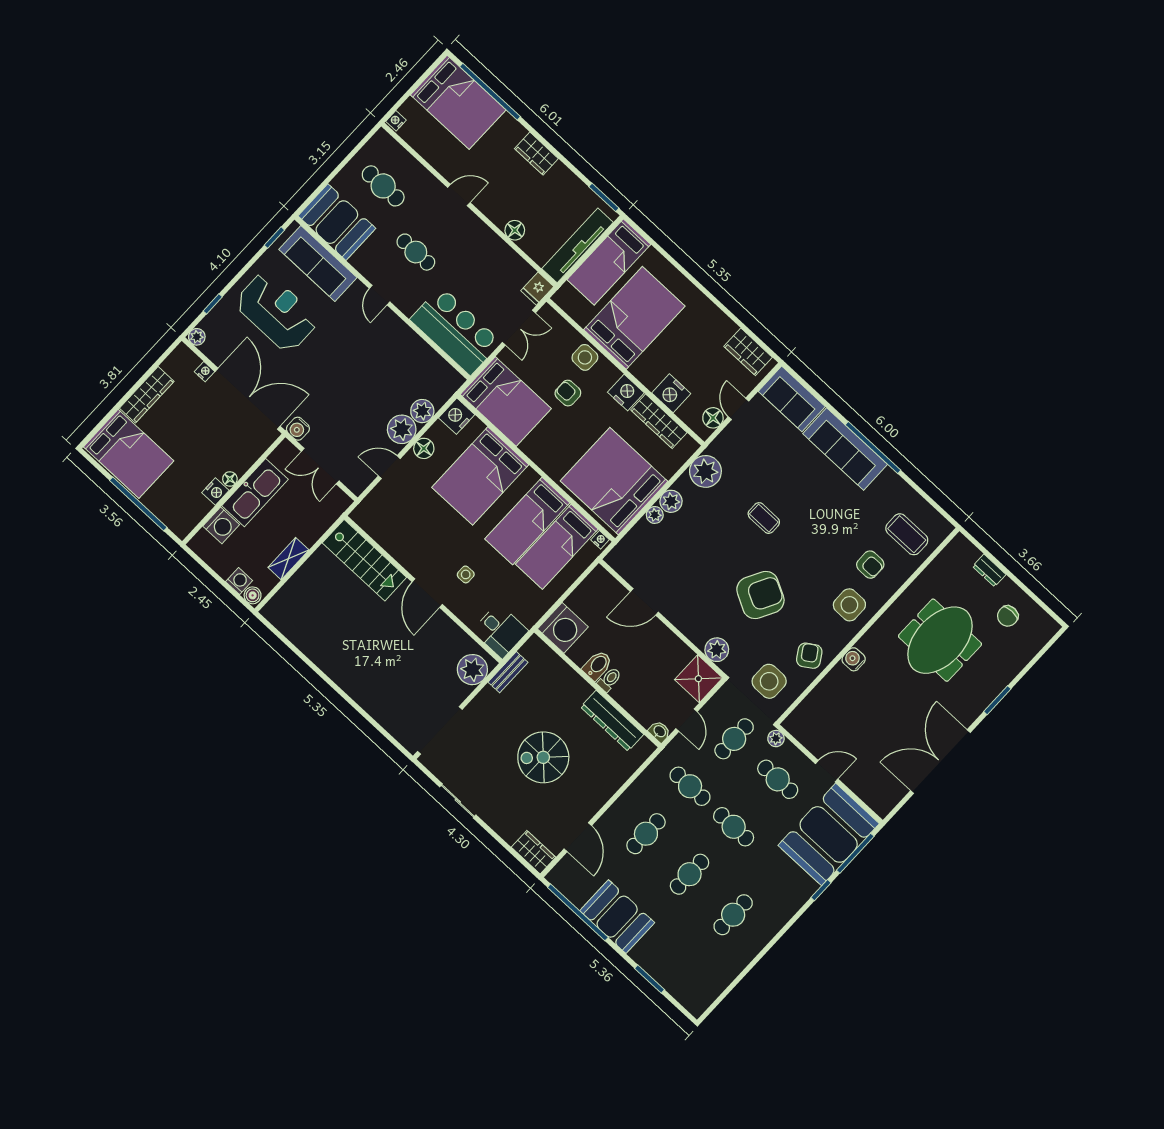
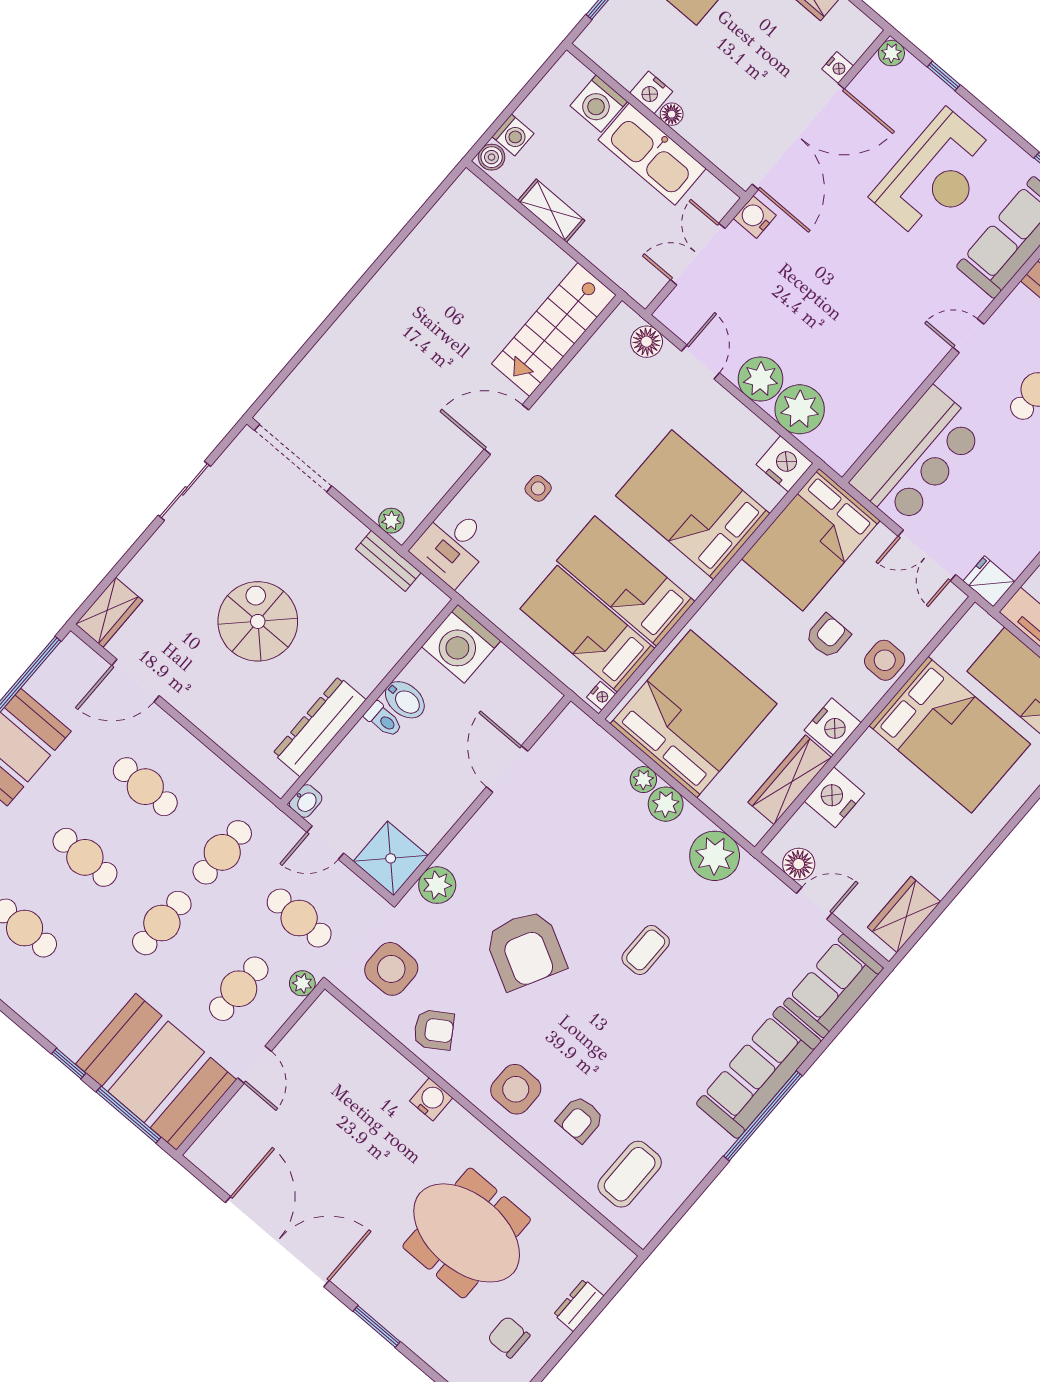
plant: (422, 411) -> (800, 409), width x1.36, depth x1.36
floor lamp: (424, 448) -> (647, 342), moved
plant: (472, 670) -> (391, 521), width x0.53, depth x0.53

